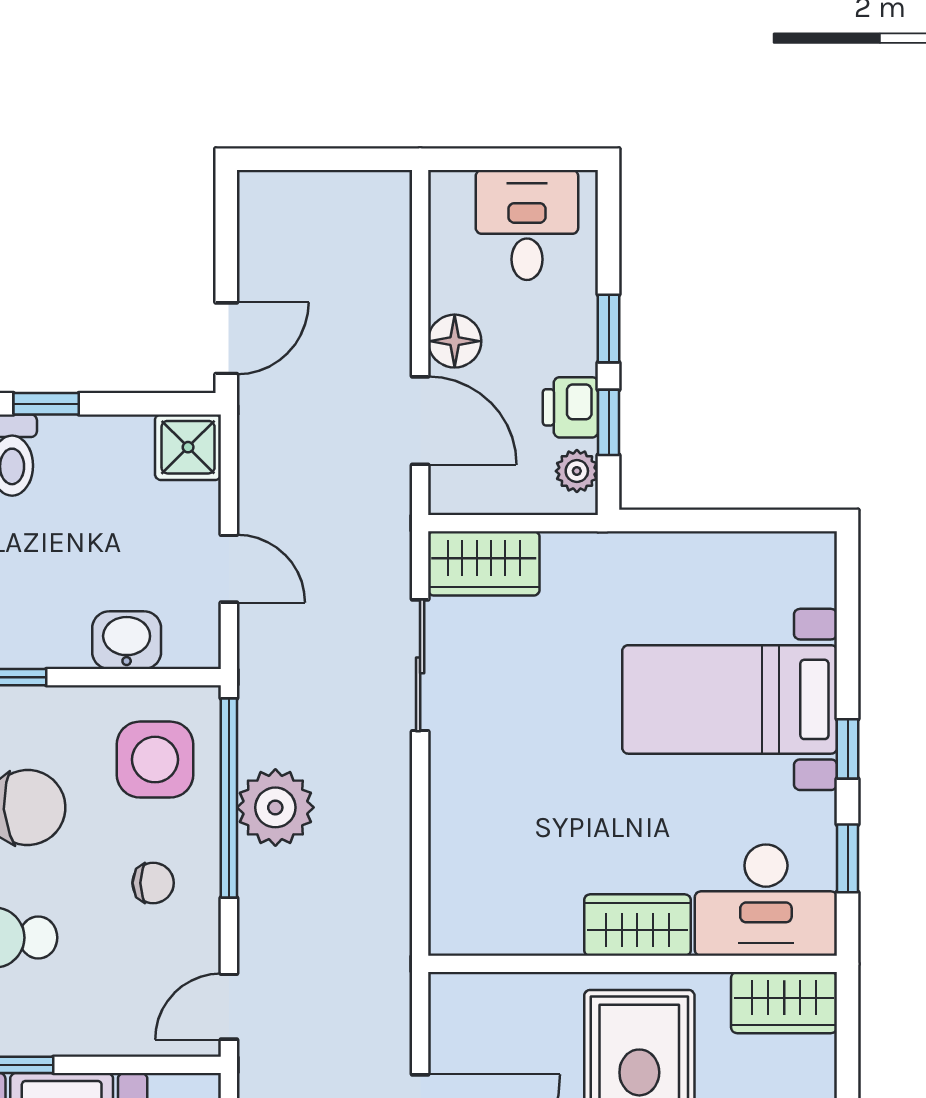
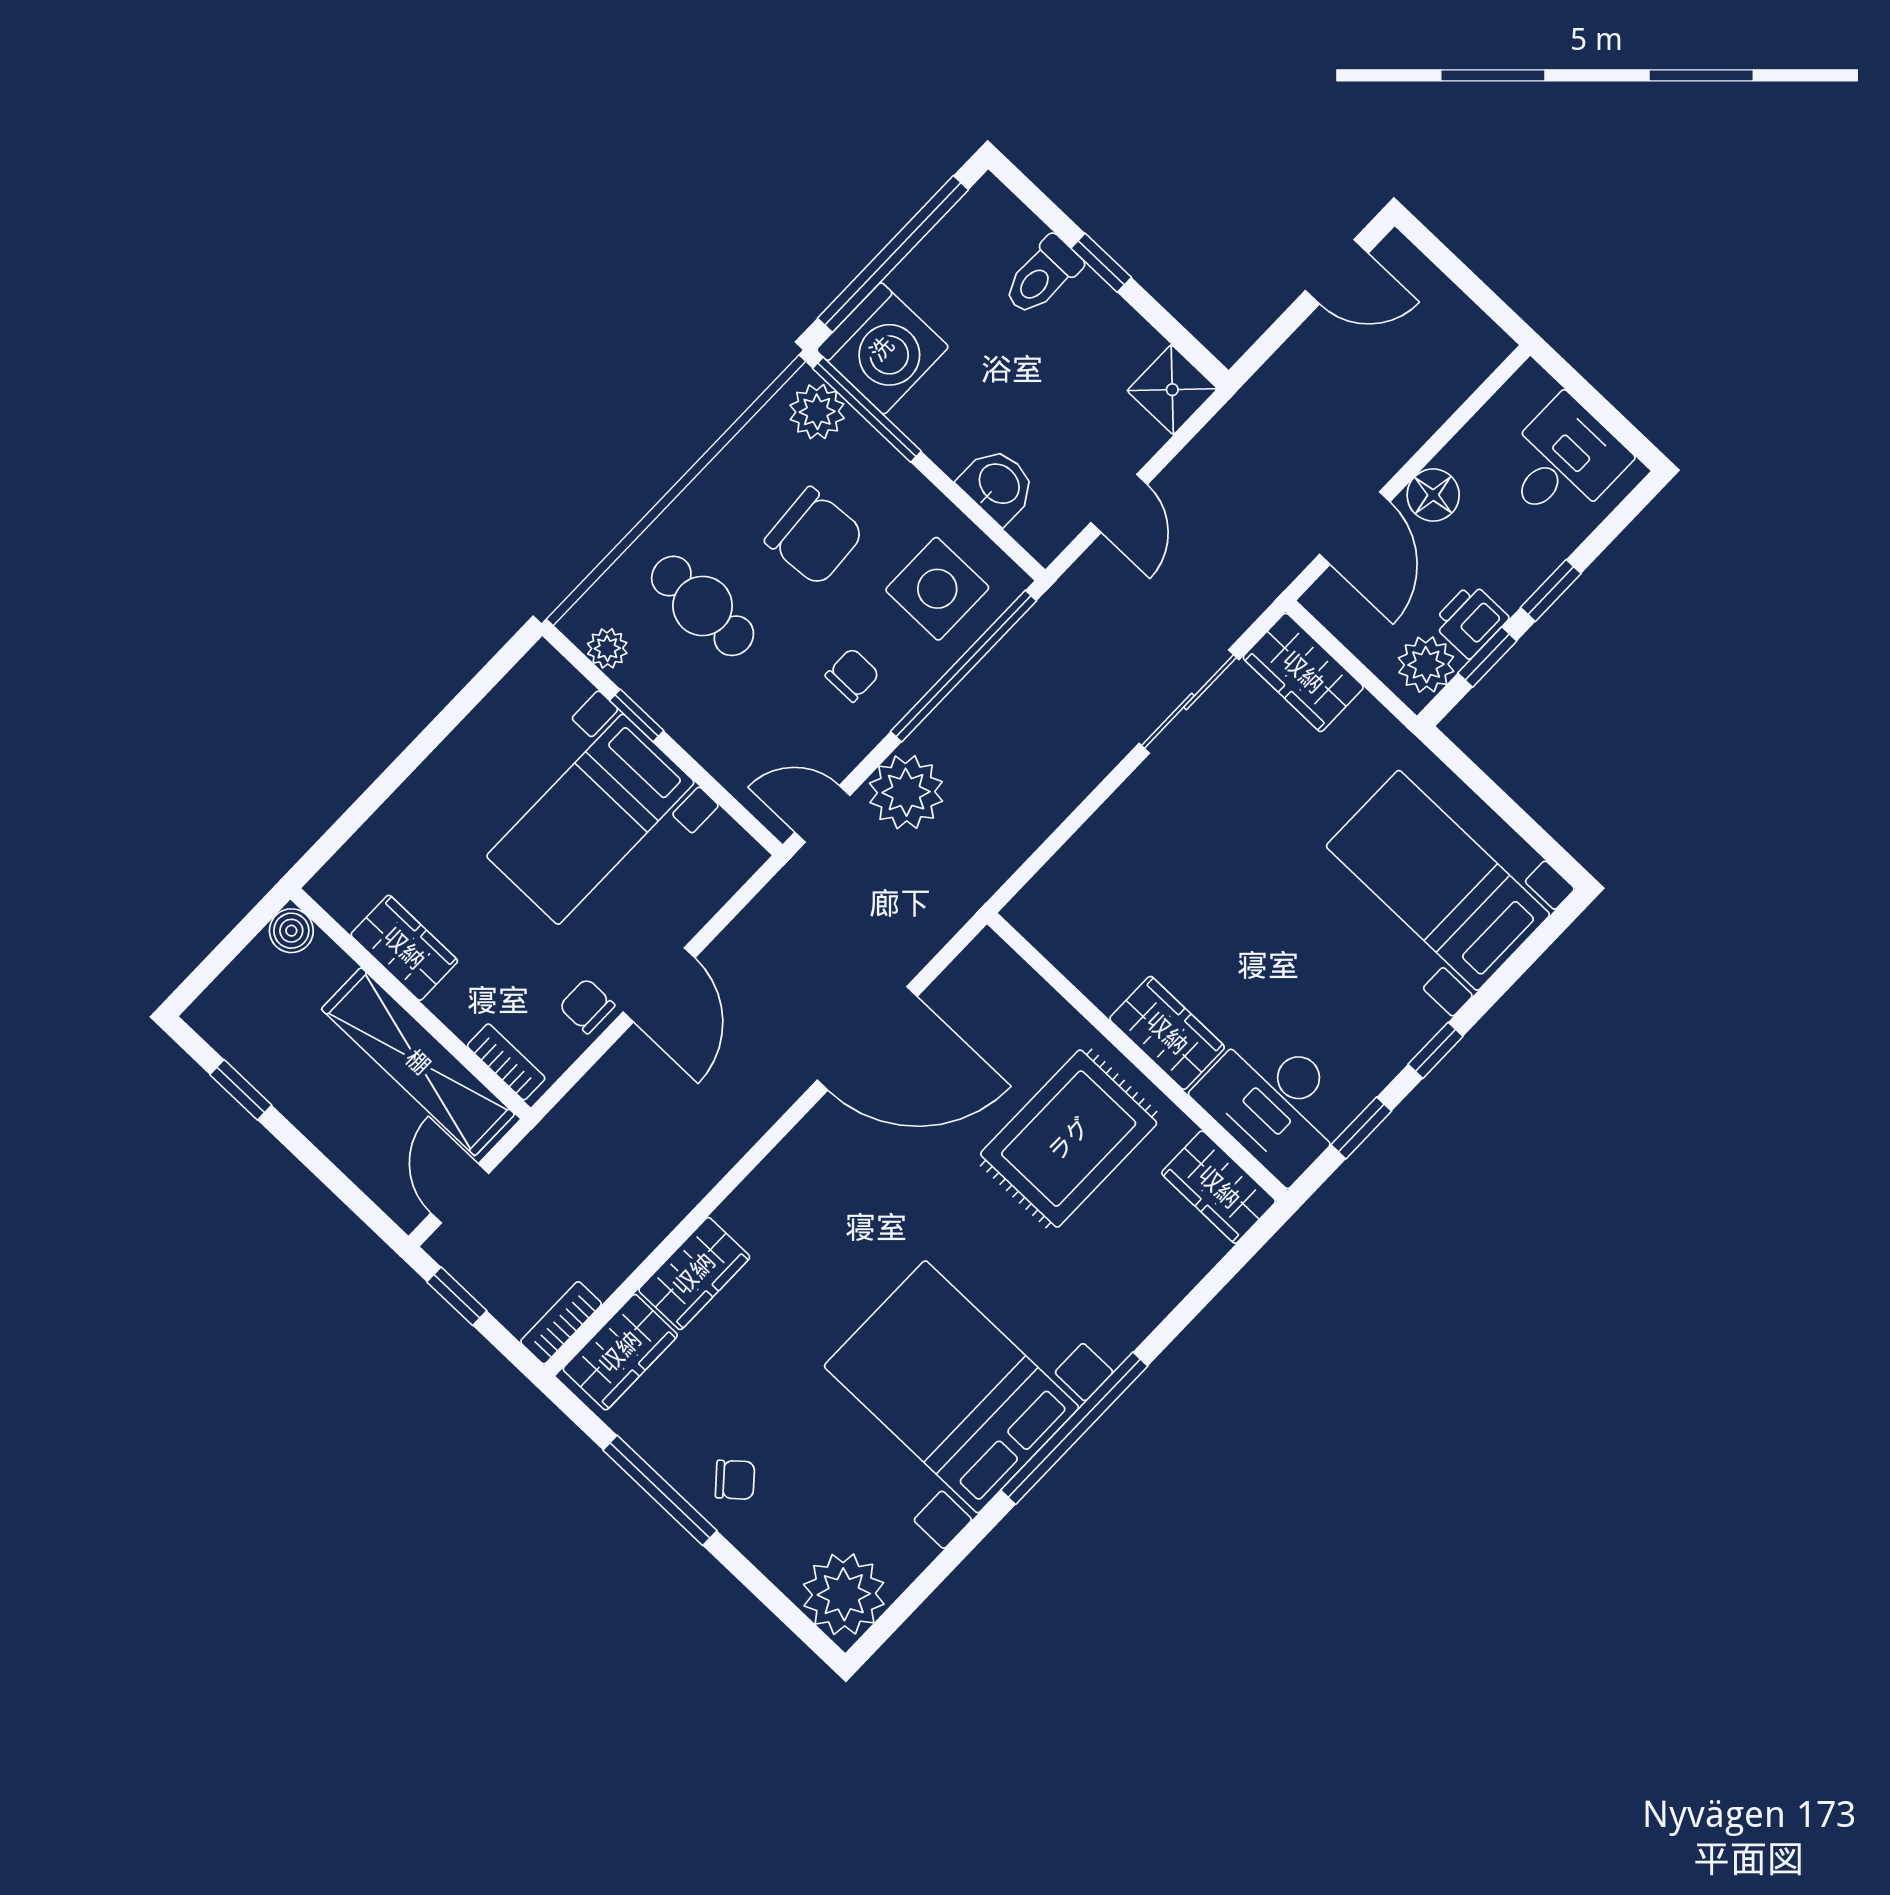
door: (226, 338) -> (1337, 272), moved
plant: (577, 471) -> (1426, 665), width x1.38, depth x1.38
bed with nightstands: (730, 699) -> (1438, 880), moved
plant: (275, 807) -> (906, 792), moved
chair: (153, 883) -> (852, 675), turned -90

